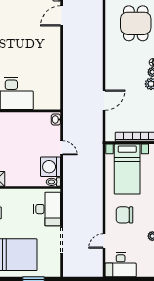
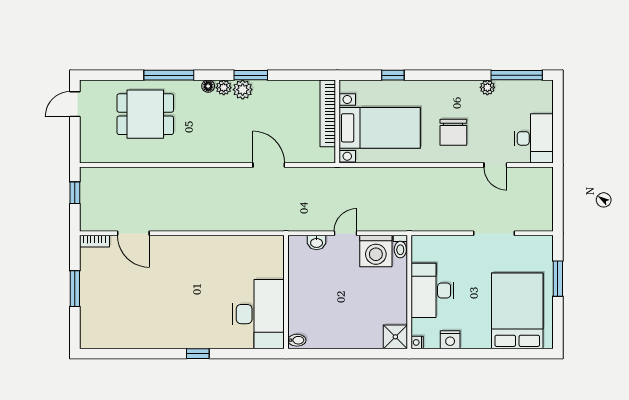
washbasin: (56, 119) -> (317, 243), moved
desk: (47, 209) -> (433, 290), moved, turned -90

